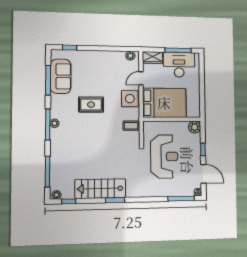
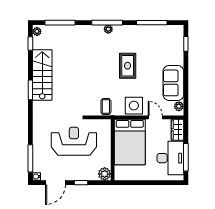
sofa: (61, 76) -> (173, 83), moved, turned 90
reception desk: (164, 156) -> (74, 141), turned 180

